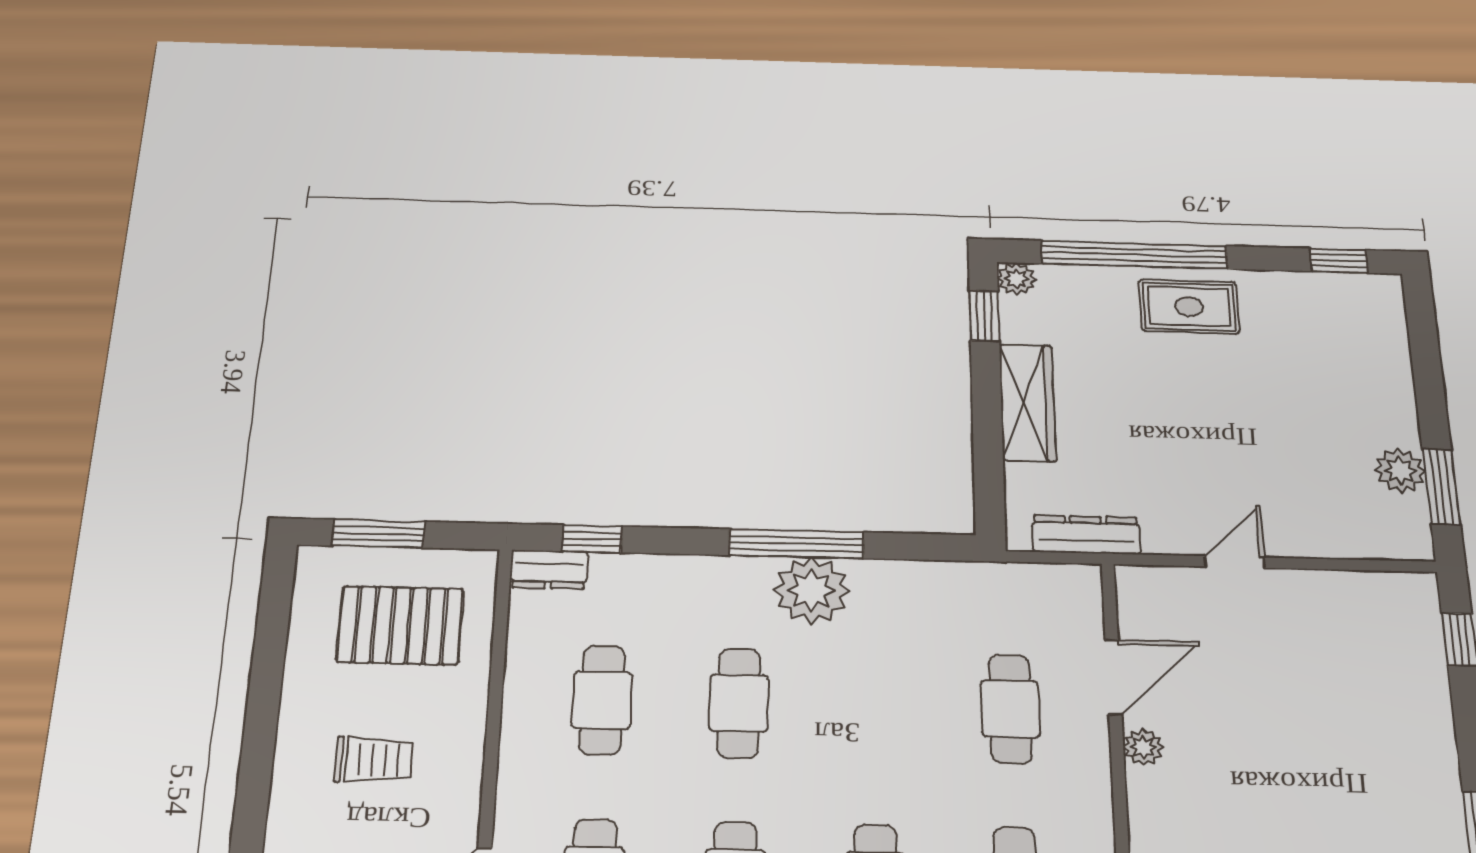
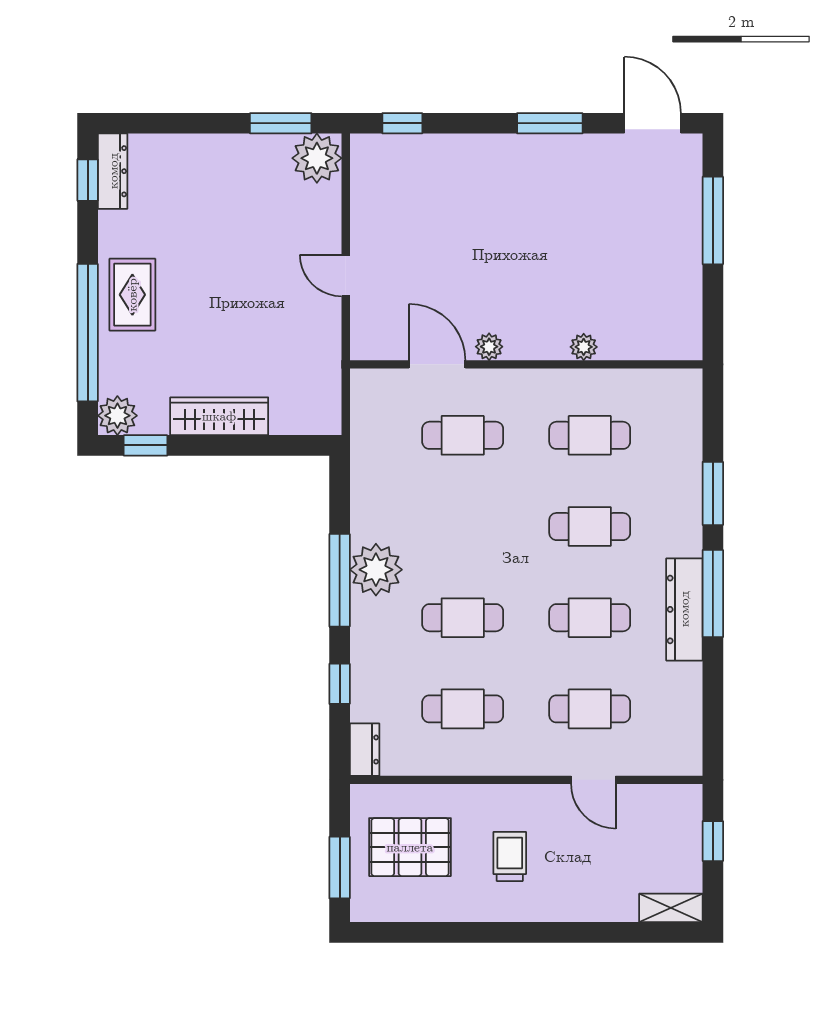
plant: (1017, 279) -> (117, 416), width x1.38, depth x1.38
plant: (1400, 470) -> (317, 158), moved, width x1.36, depth x1.36
dresser: (1086, 535) -> (113, 171), moved, turned 180
window: (592, 539) -> (340, 684), moved
pallet: (400, 625) -> (410, 847), turned 90

